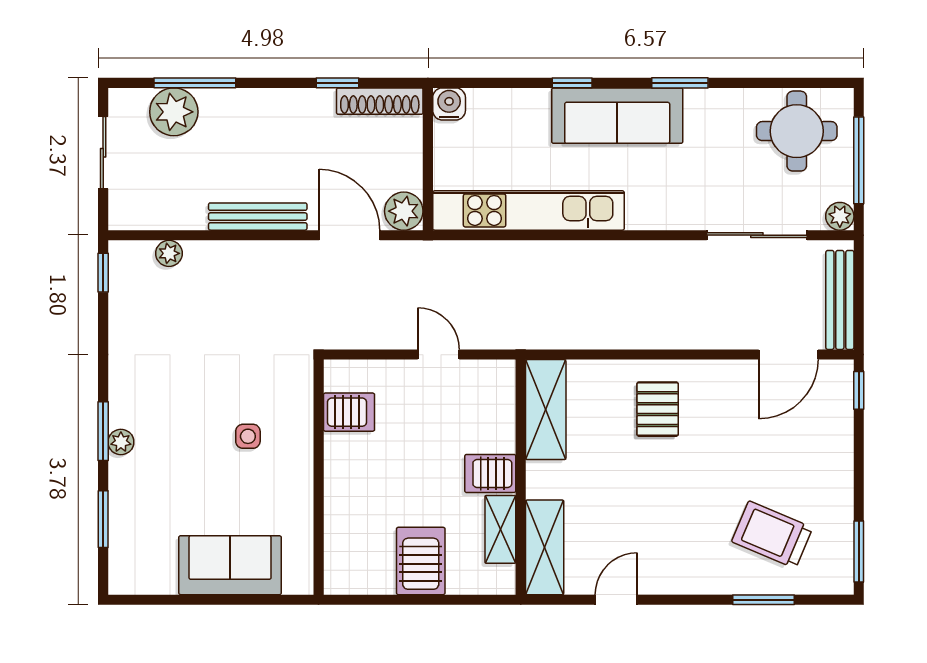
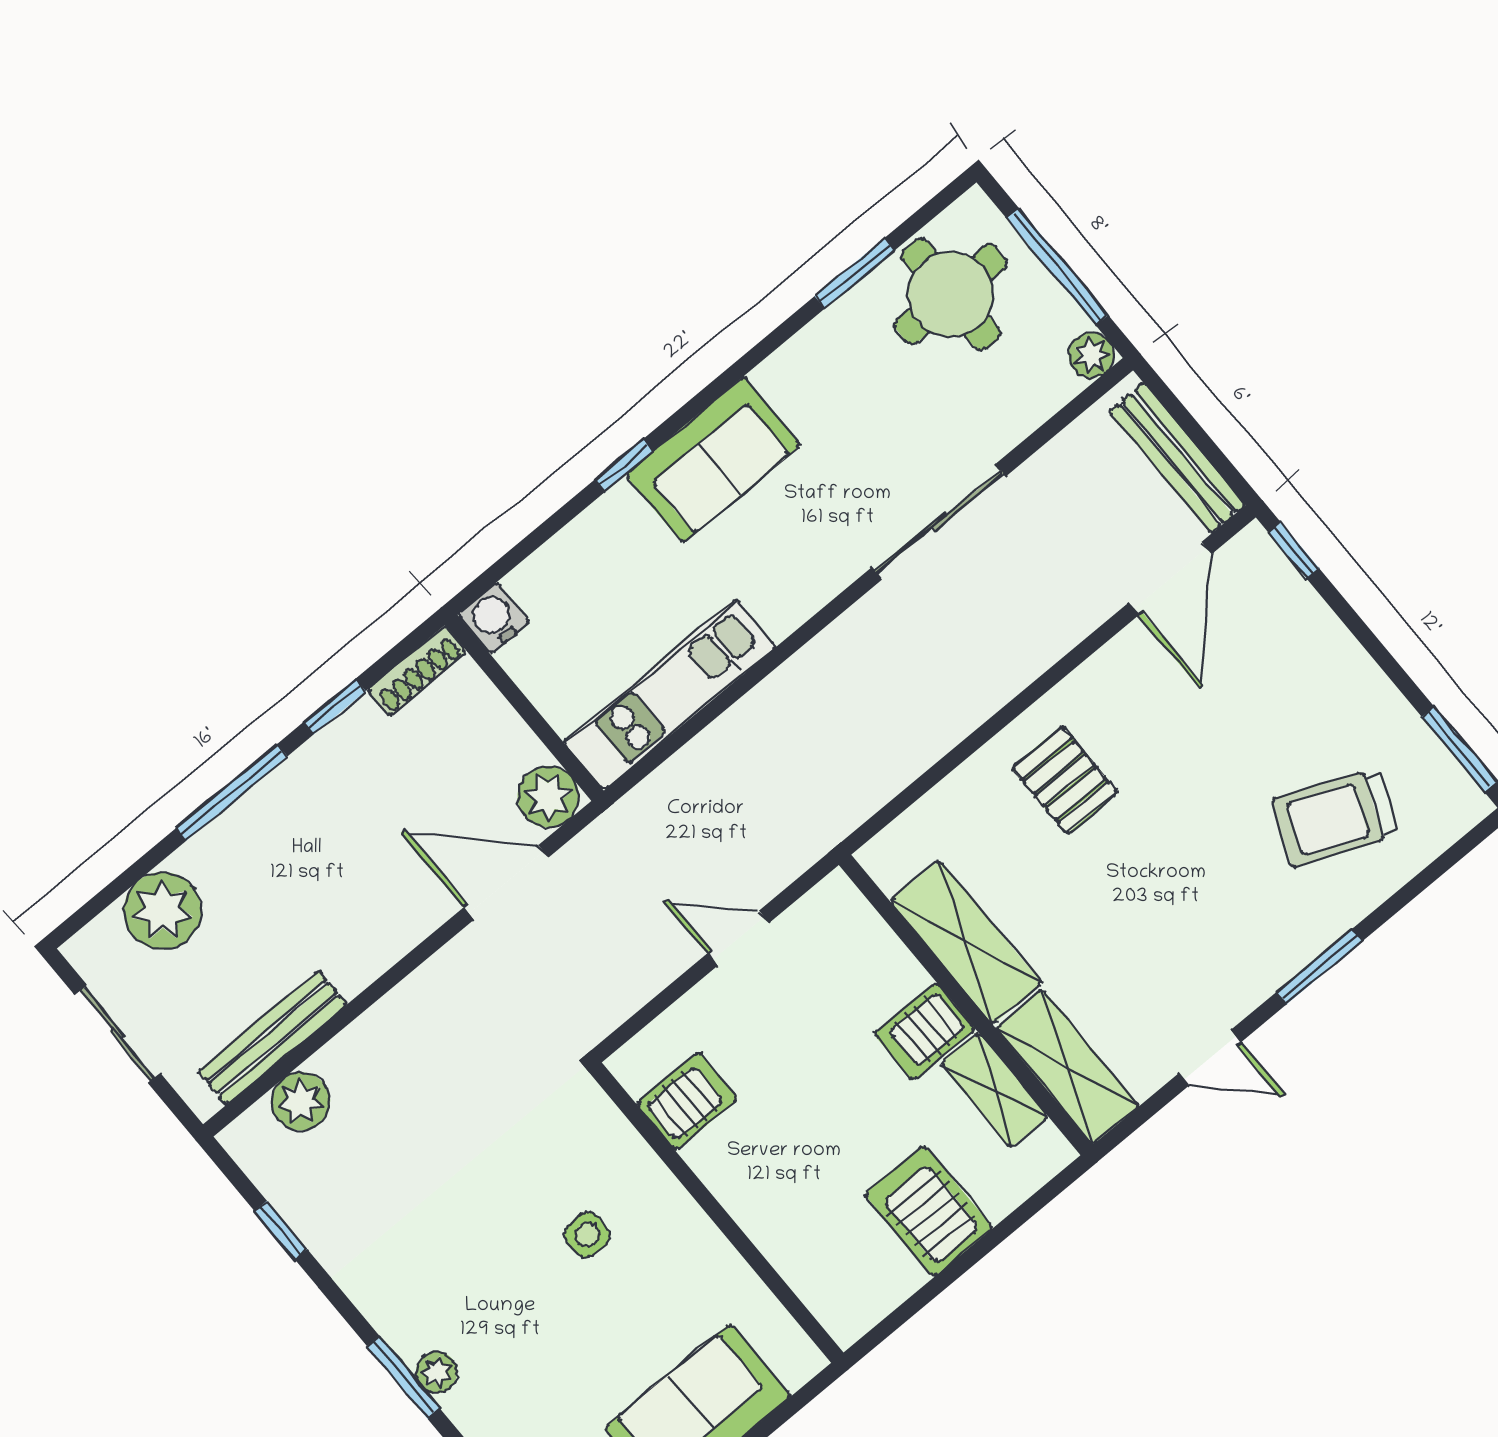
window: (195, 83) -> (232, 792), moved
window: (680, 83) -> (855, 273), moved
shoe rack: (380, 101) -> (417, 671), width x0.74, depth x0.81
sofa: (617, 116) -> (713, 460), width x0.73
kitchen unit: (529, 210) -> (670, 694), width x0.73
bench: (258, 217) -> (272, 1038), moved
sliding door: (757, 235) -> (939, 522), moved
plant: (169, 253) -> (301, 1101), width x1.38, depth x1.38
window: (103, 273) -> (281, 1230), moved
shelving: (546, 410) -> (966, 942), moved
door: (616, 600) -> (1210, 1058), swing flipped
window: (763, 600) -> (1319, 967), moved

